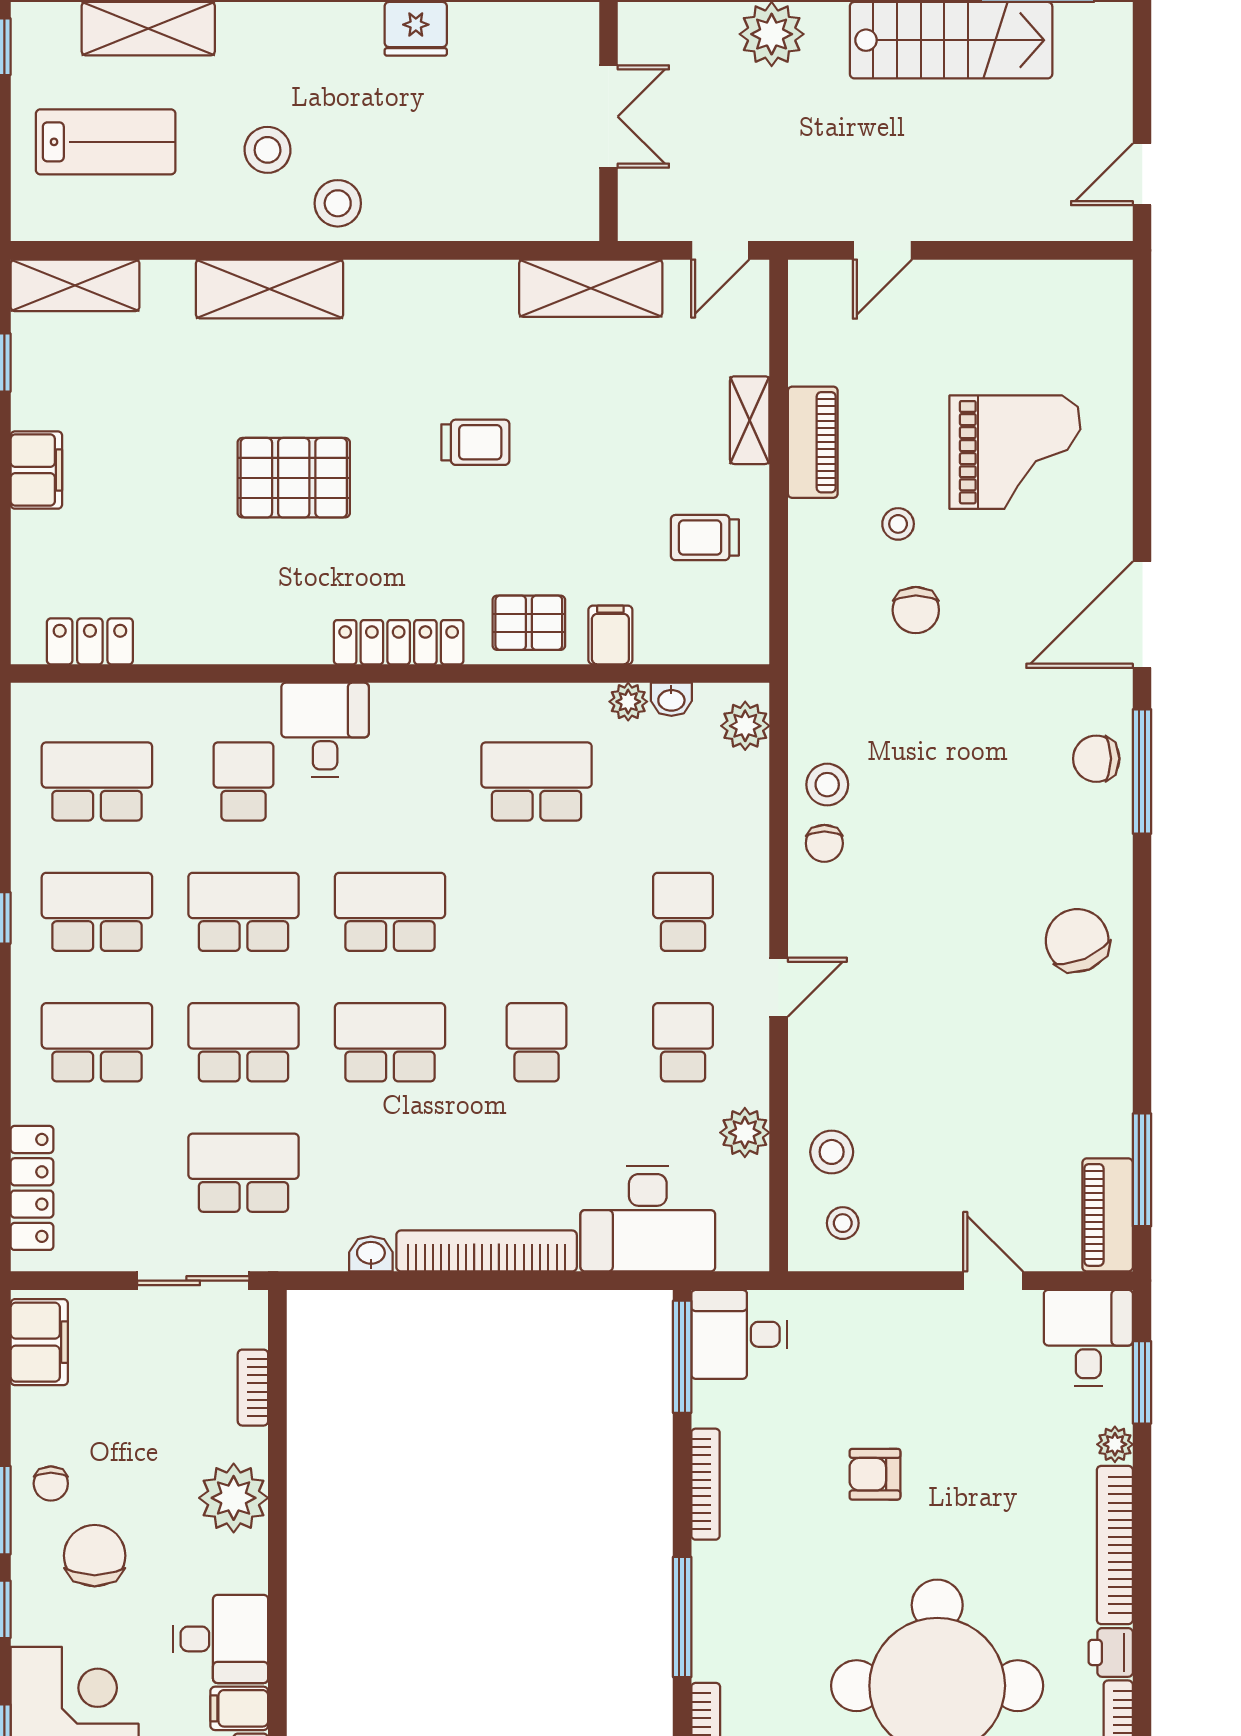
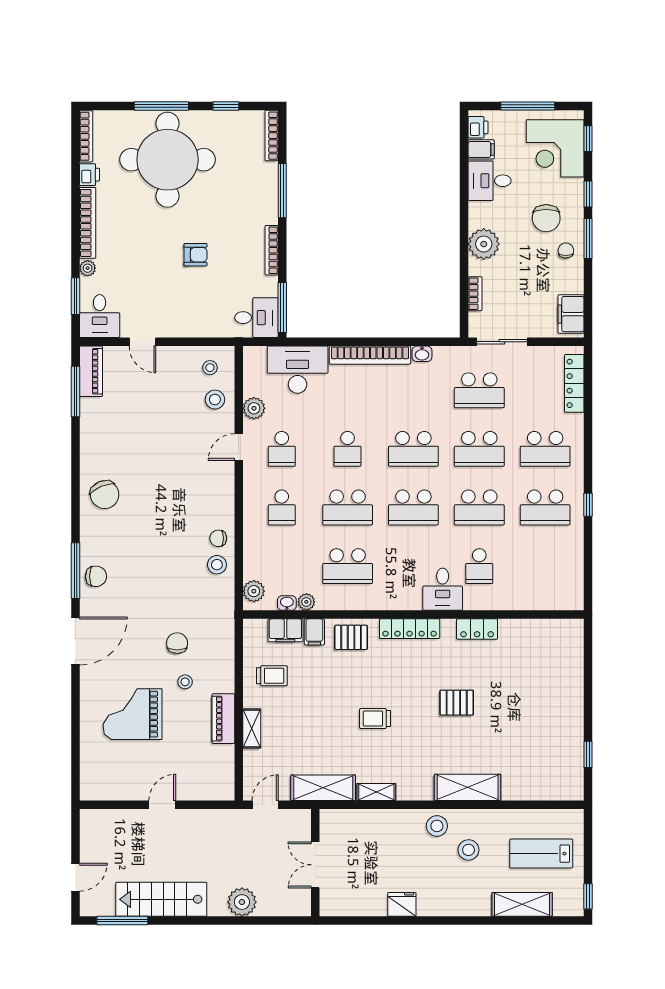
door: (1142, 174) -> (75, 877), moved
door: (882, 250) -> (162, 805), moved
shelving: (75, 285) -> (376, 792), moved, width x0.67, depth x0.75
filing cabinet: (36, 470) -> (285, 630), moved, turned -90
pallet: (294, 478) -> (457, 703), width x0.67, depth x0.71
locker: (90, 641) -> (477, 629), moved
school desk: (97, 781) -> (348, 507), moved
chair: (824, 843) -> (218, 538), turned -90
door: (779, 987) -> (239, 447), moved

